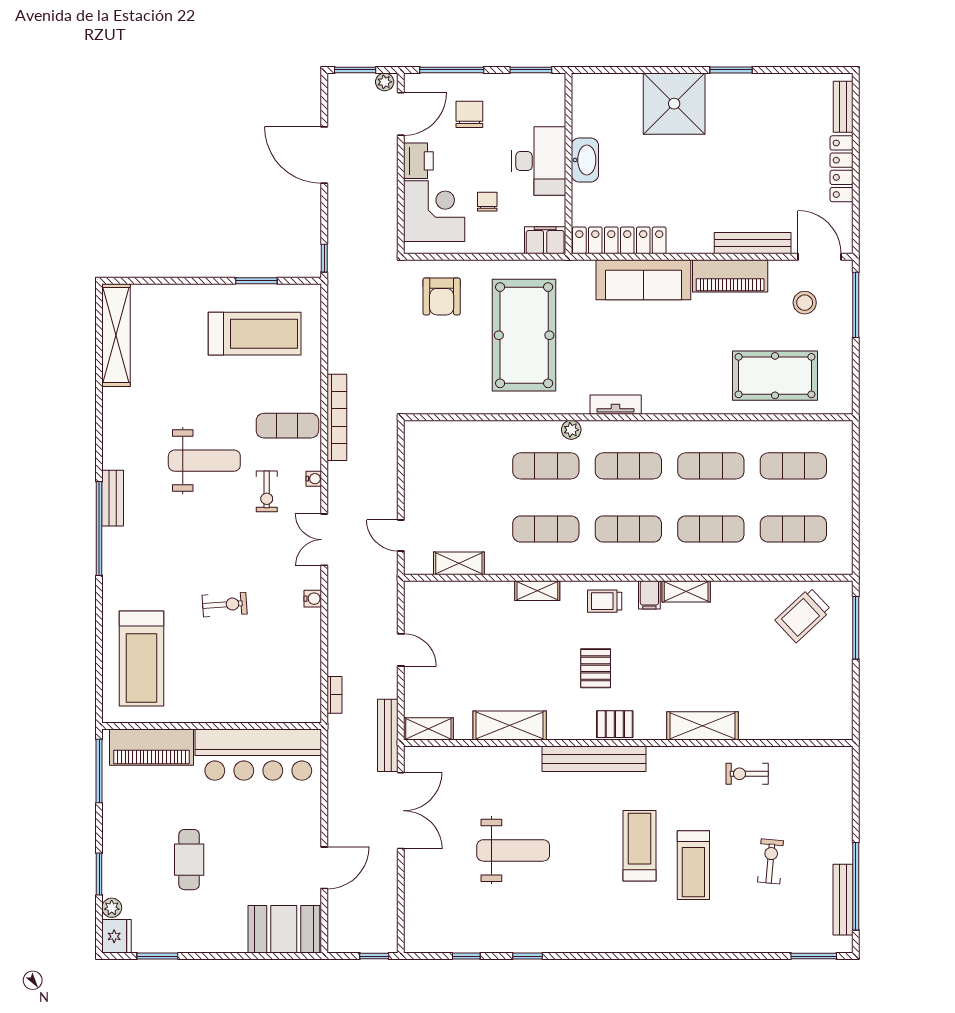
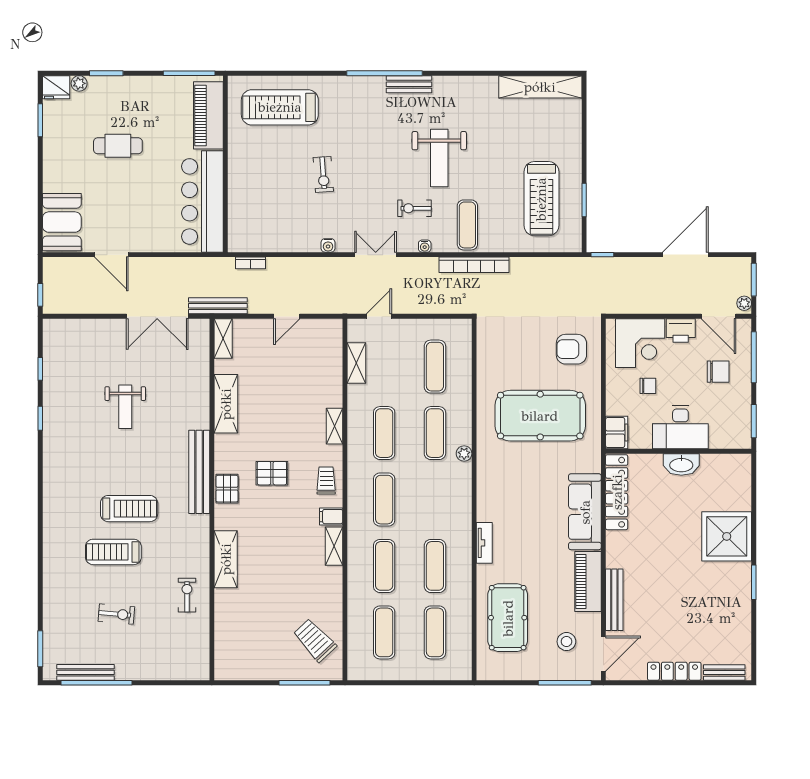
tv unit: (616, 405) -> (484, 543), moved
exercise mat: (628, 466) -> (435, 367), moved
weight bench: (513, 850) -> (125, 407), width x0.73, depth x0.75

